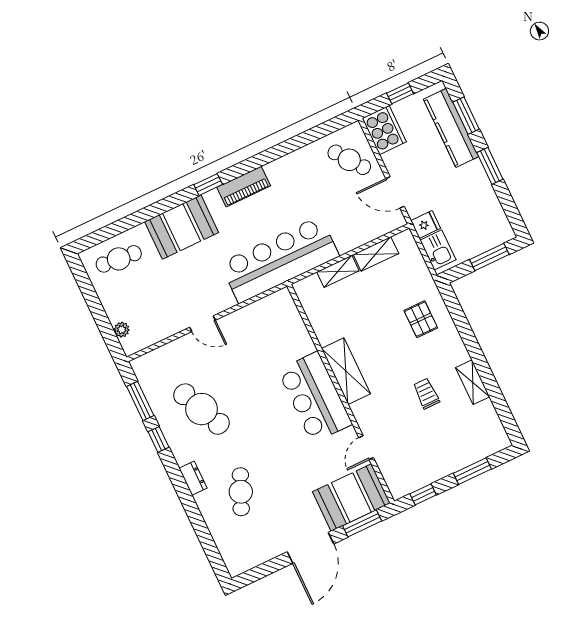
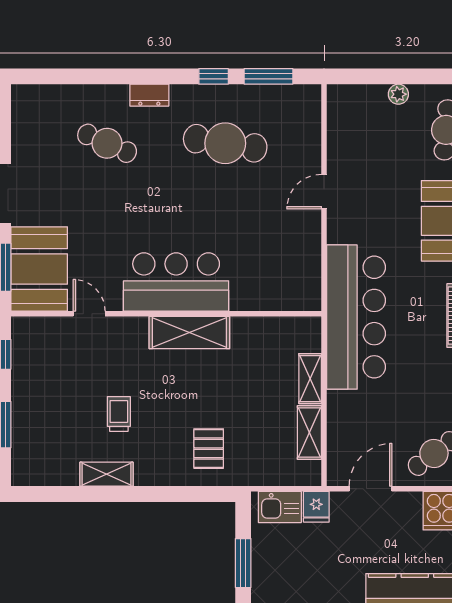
pallet: (421, 319) -> (209, 449), turned 90
plant: (122, 330) -> (398, 94), moved
trolley: (426, 394) -> (119, 414), turned -90
cafe table: (201, 409) -> (225, 143), turned 33

